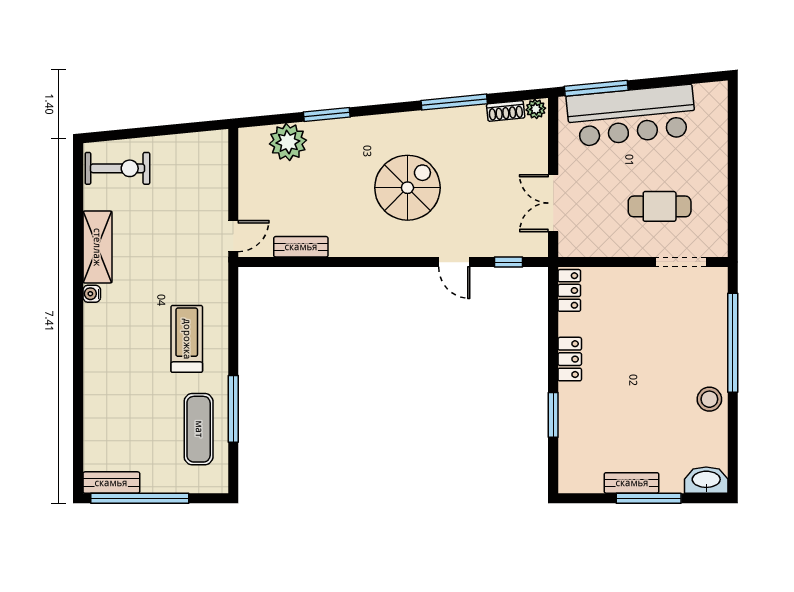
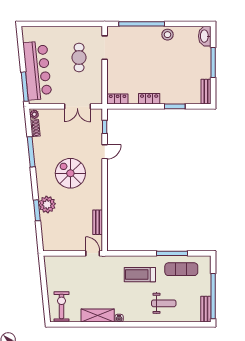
plant: (288, 142) -> (47, 204), moved
weight bench: (124, 391) -> (164, 303), added
bench: (632, 483) -> (206, 92), moved

